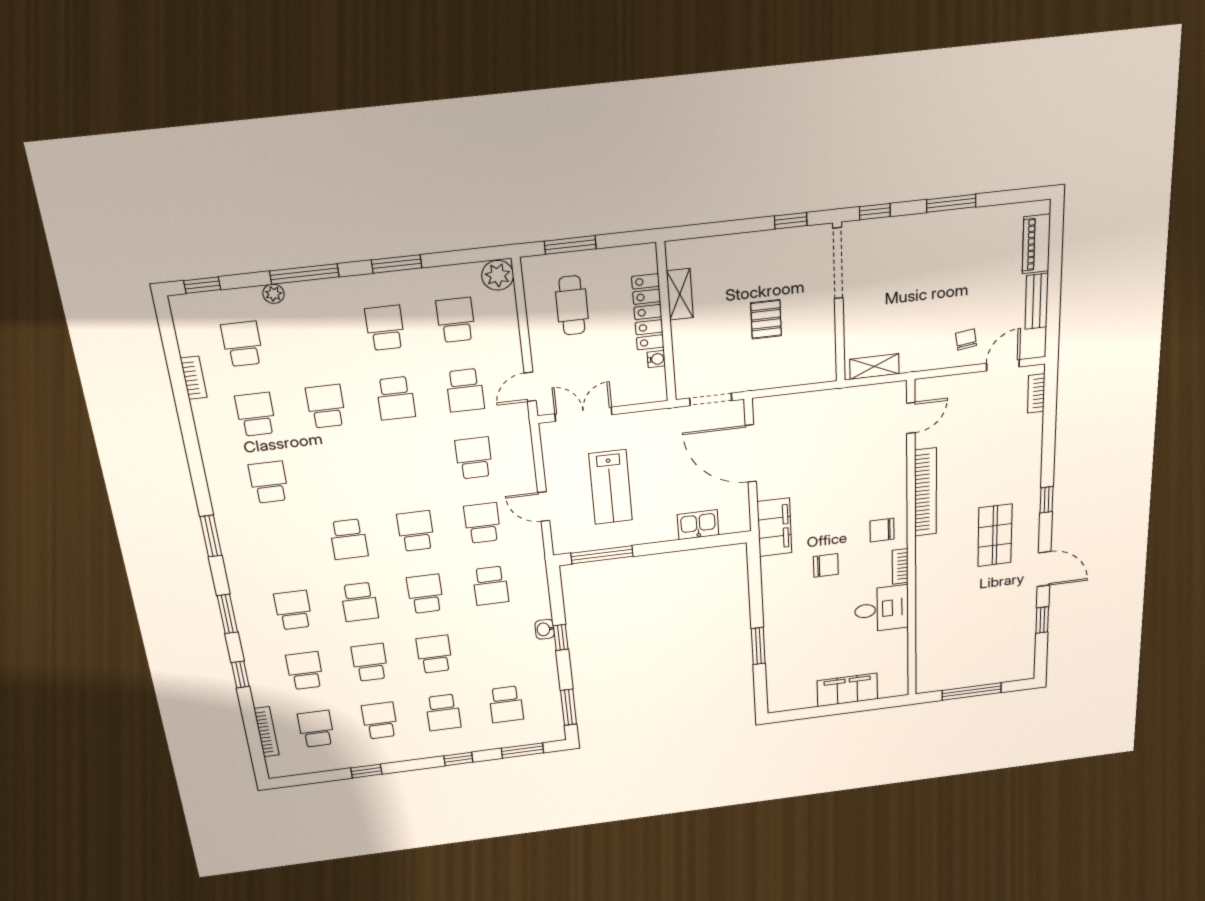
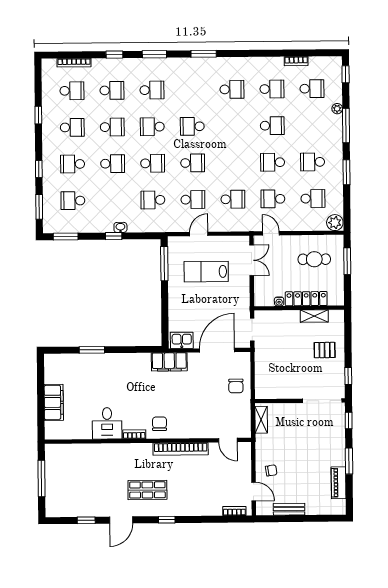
piano: (1036, 244) -> (339, 483), moved, turned -90
pallet: (766, 319) -> (325, 350), moved
school desk: (385, 328) -> (313, 162), turned 180
kitchen sink: (698, 525) -> (182, 340), moved, turned -90
chair: (826, 565) -> (236, 386), moved

